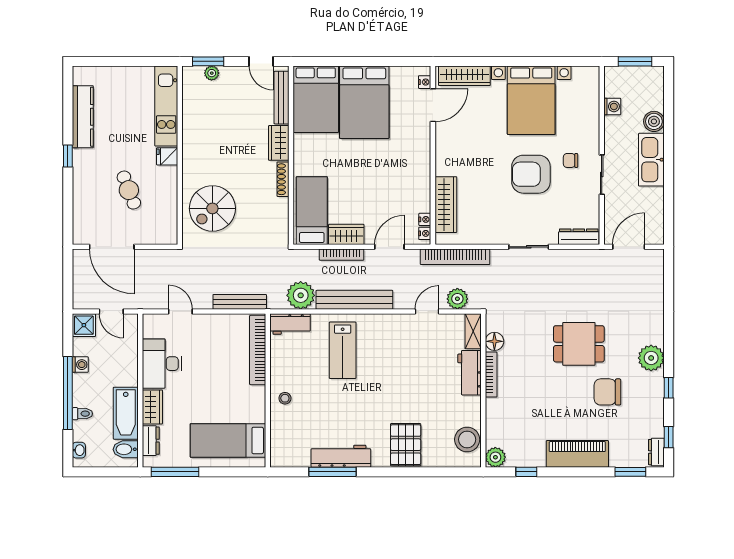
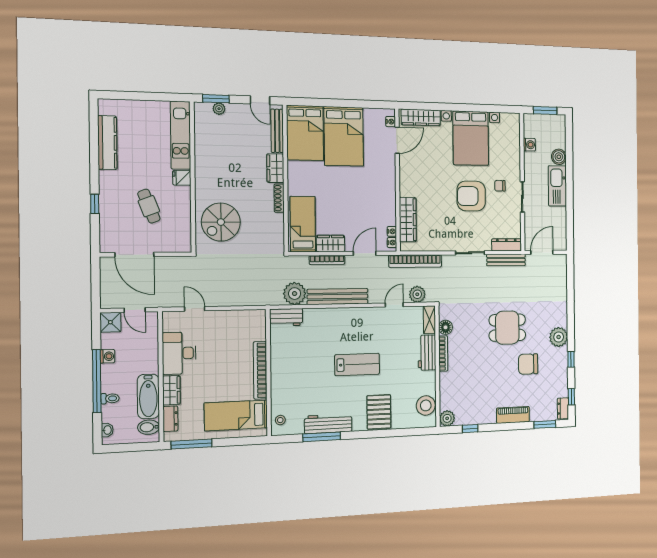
window: (68, 156) -> (95, 204), moved
bench: (240, 302) -> (506, 260), moved
bookcase: (258, 350) -> (260, 370), moved
lab bench: (343, 350) -> (357, 365), moved, turned -90
stool: (285, 398) -> (280, 420), moved
piano: (577, 454) -> (513, 415), width x0.73, depth x0.75

